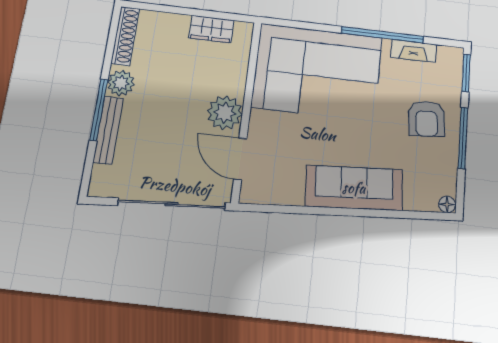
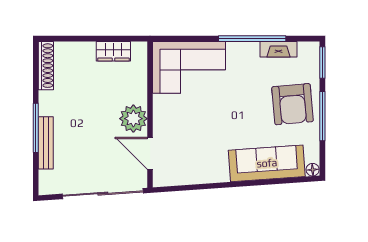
corner sofa: (317, 72) -> (189, 67), width x0.73, depth x0.74
plant: (121, 83) -> (49, 105), removed
armchair: (427, 119) -> (293, 104), width x1.36, depth x1.36
sofa: (354, 188) -> (267, 163), moved

